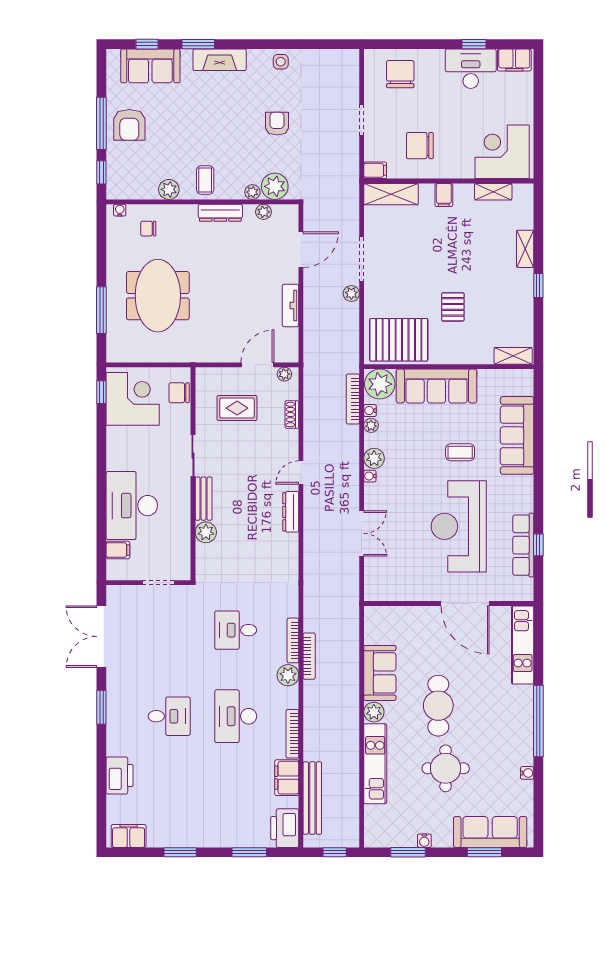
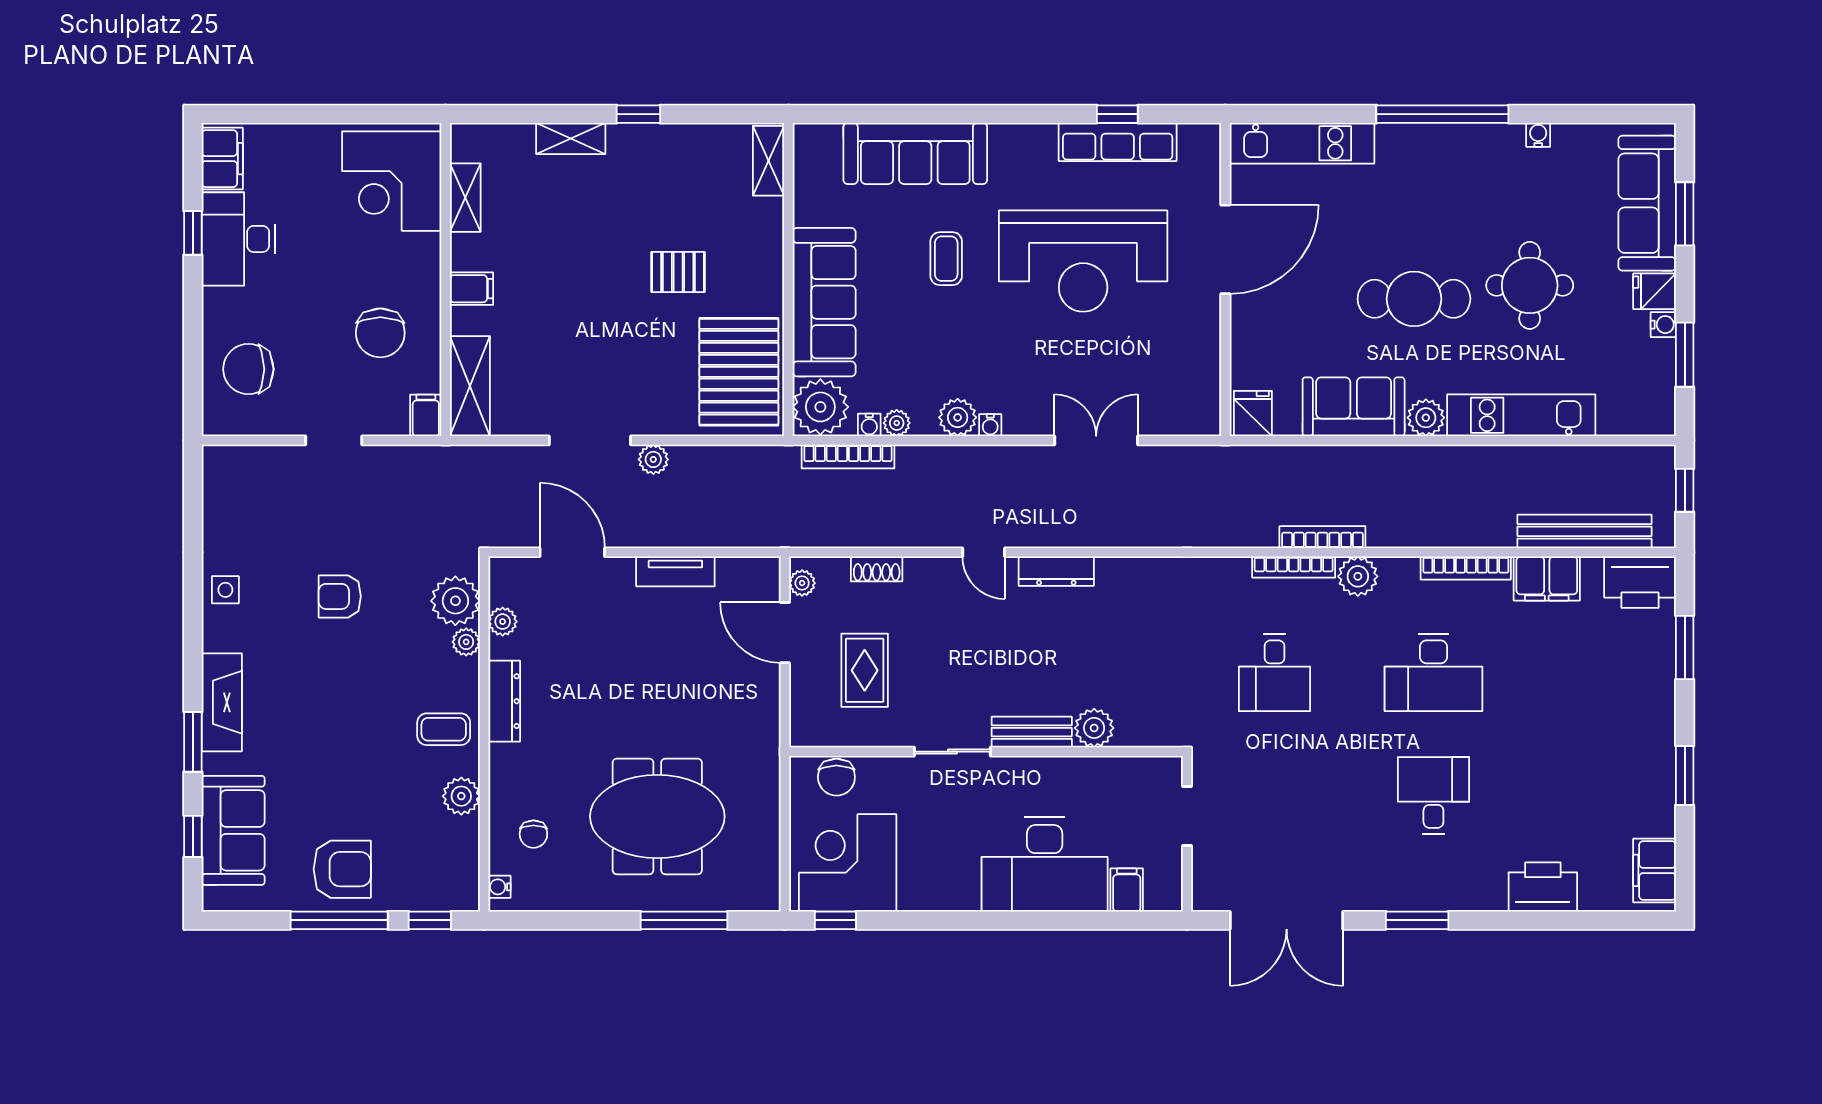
fridge: (376, 618) -> (1253, 413), added
fridge: (442, 836) -> (1654, 291), added

